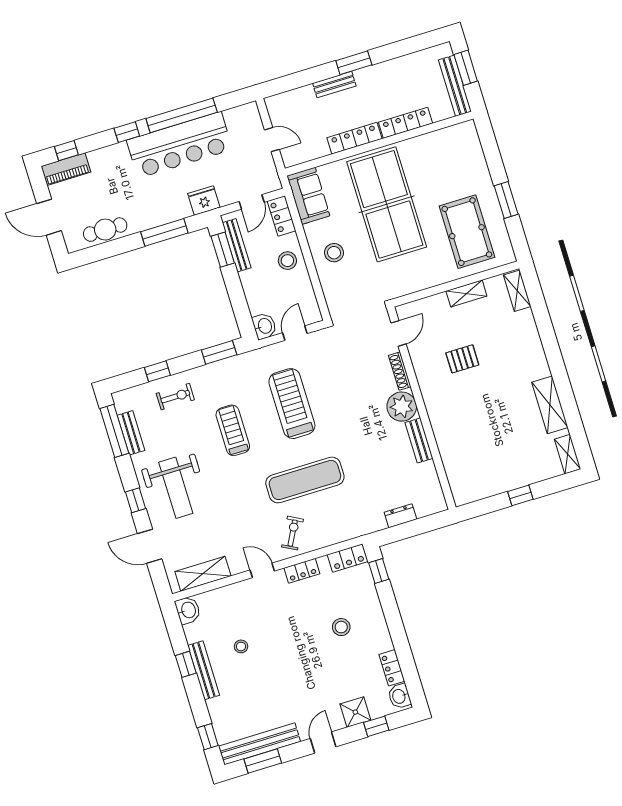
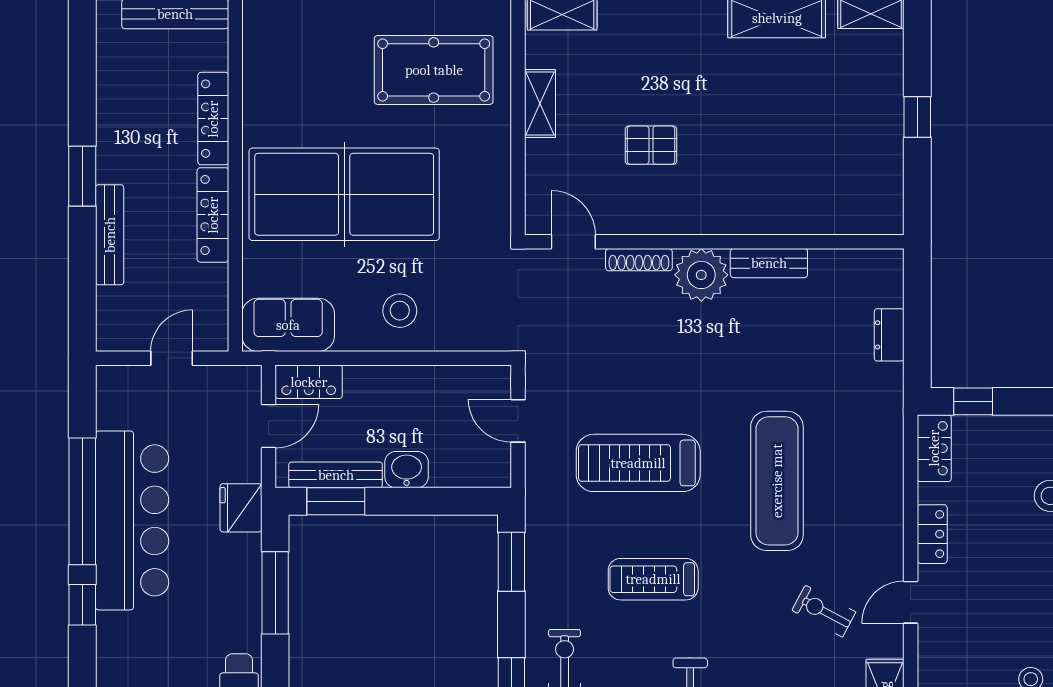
bench: (334, 85) -> (110, 235), width x1.36
door: (252, 202) -> (269, 426), hinge flipped
stool: (287, 261) -> (389, 395), removed
washbasin: (264, 326) -> (407, 470), moved
pallet: (462, 359) -> (651, 145), turned 90
exercise bike: (293, 533) -> (824, 611), moved

